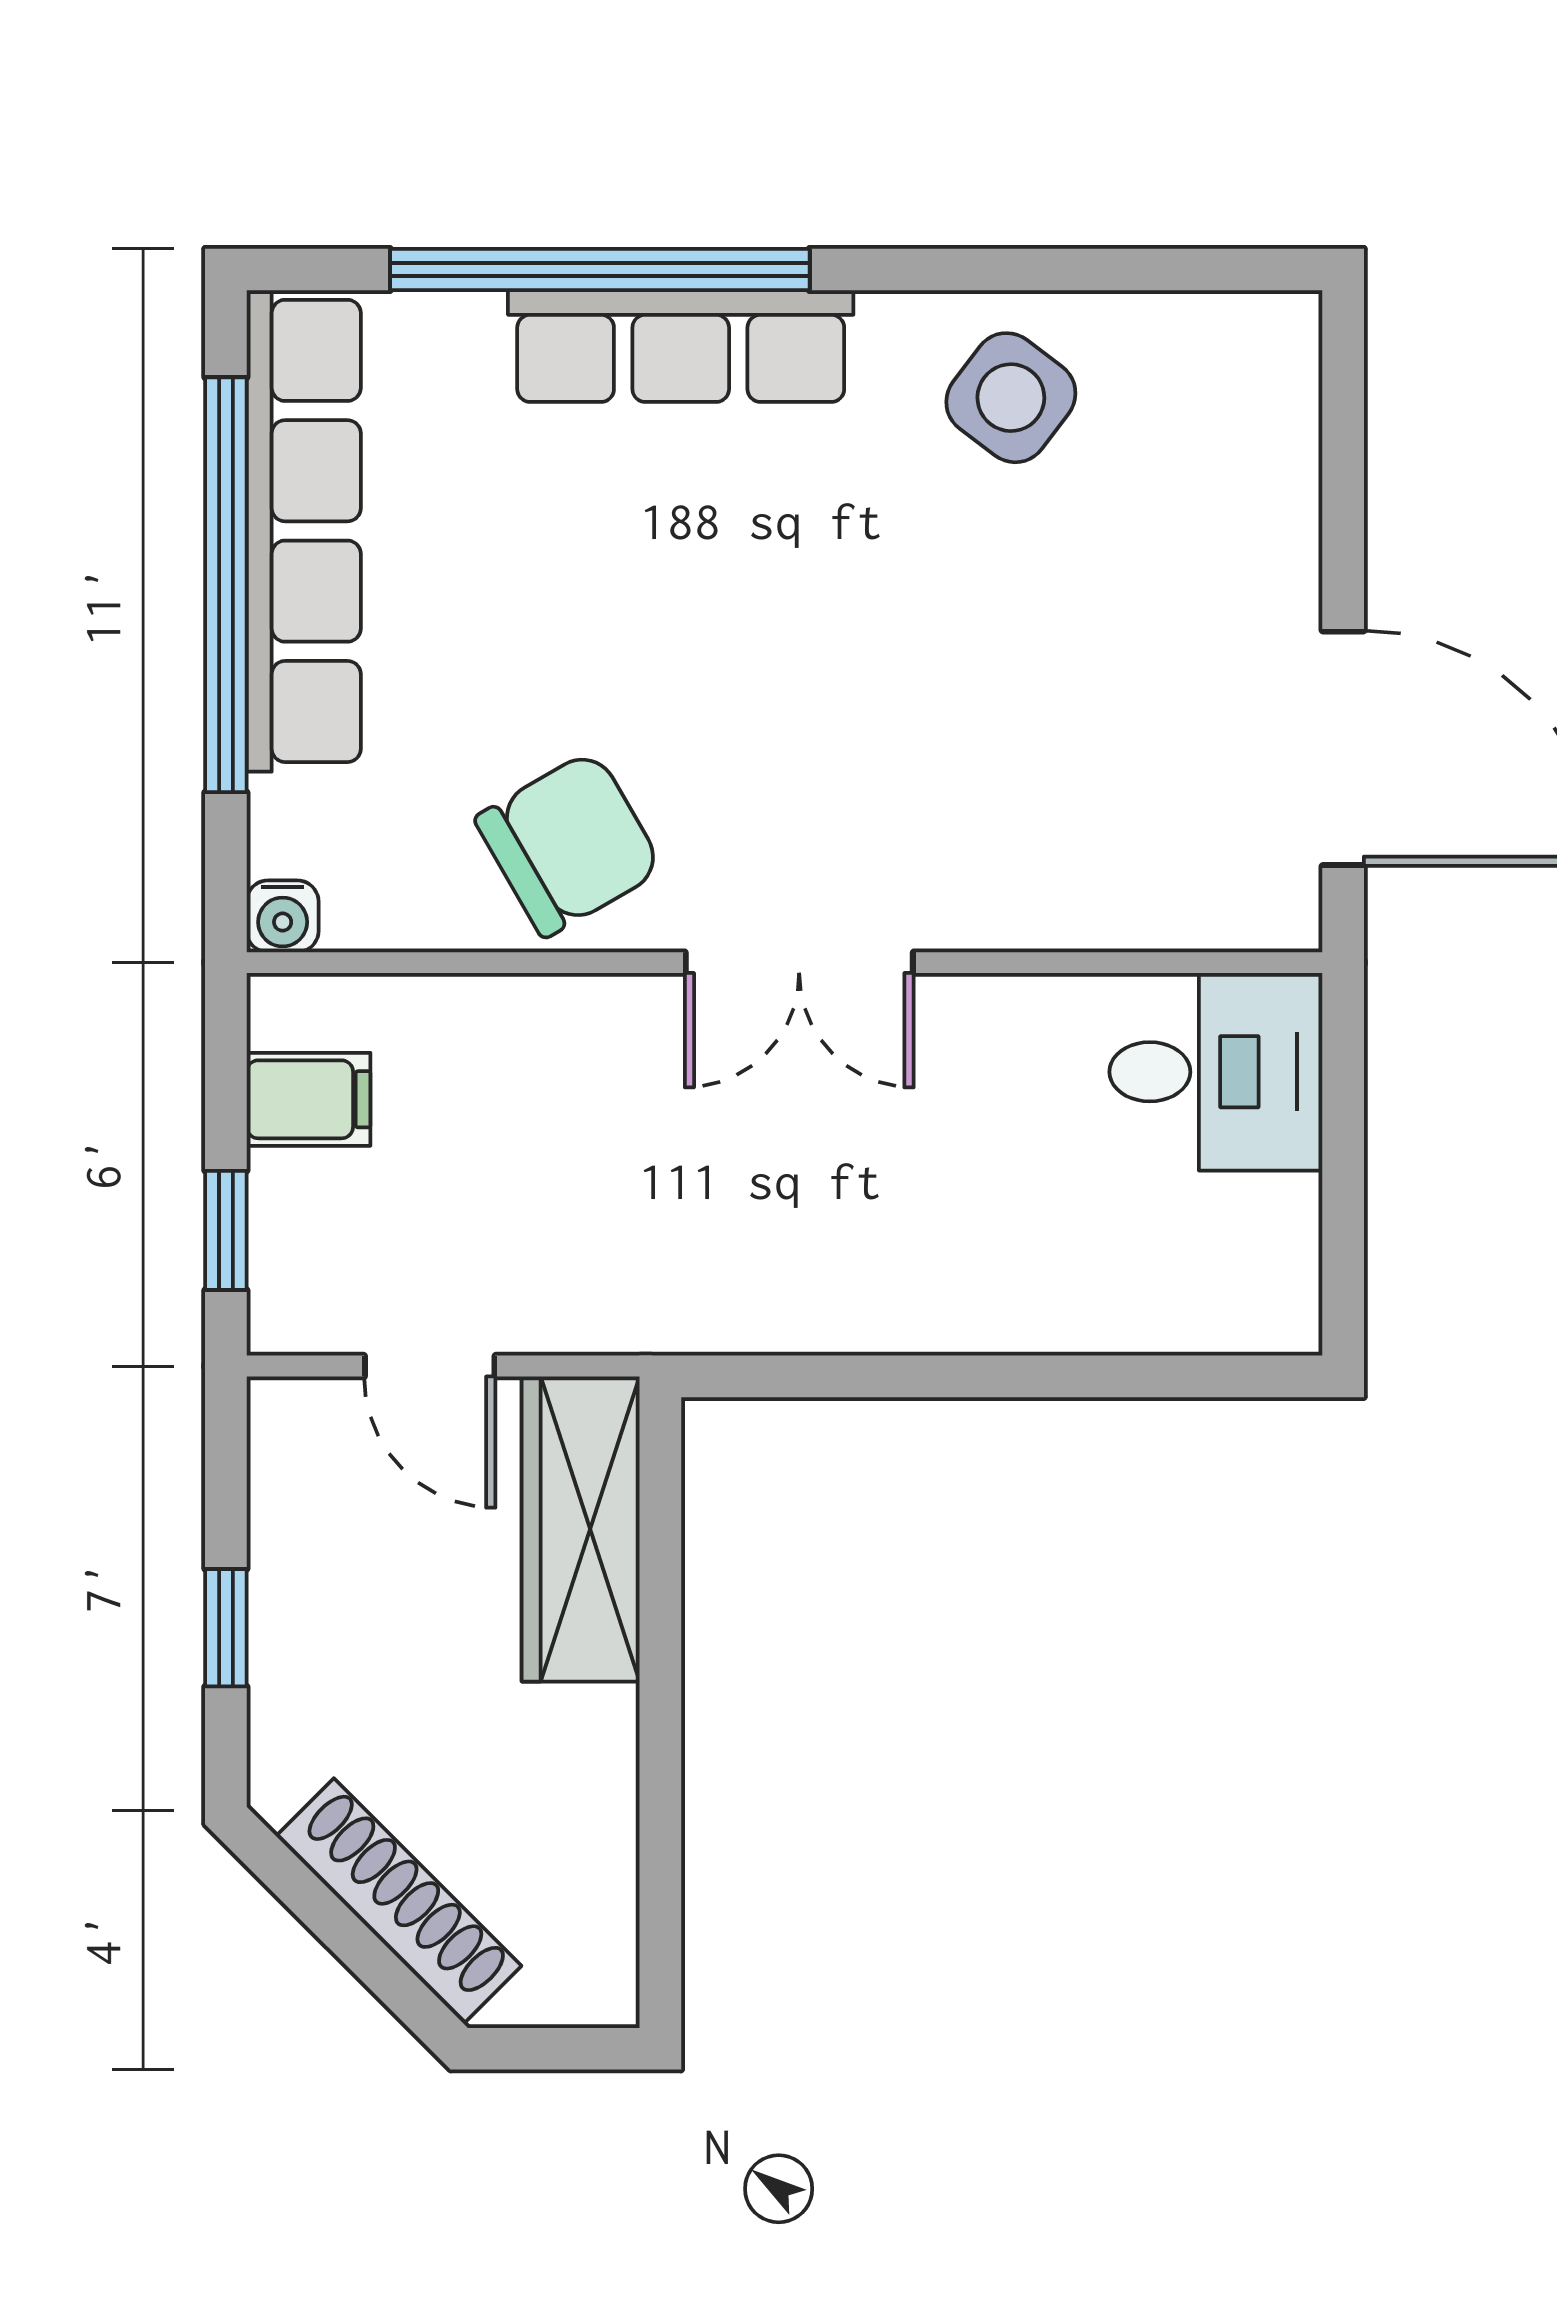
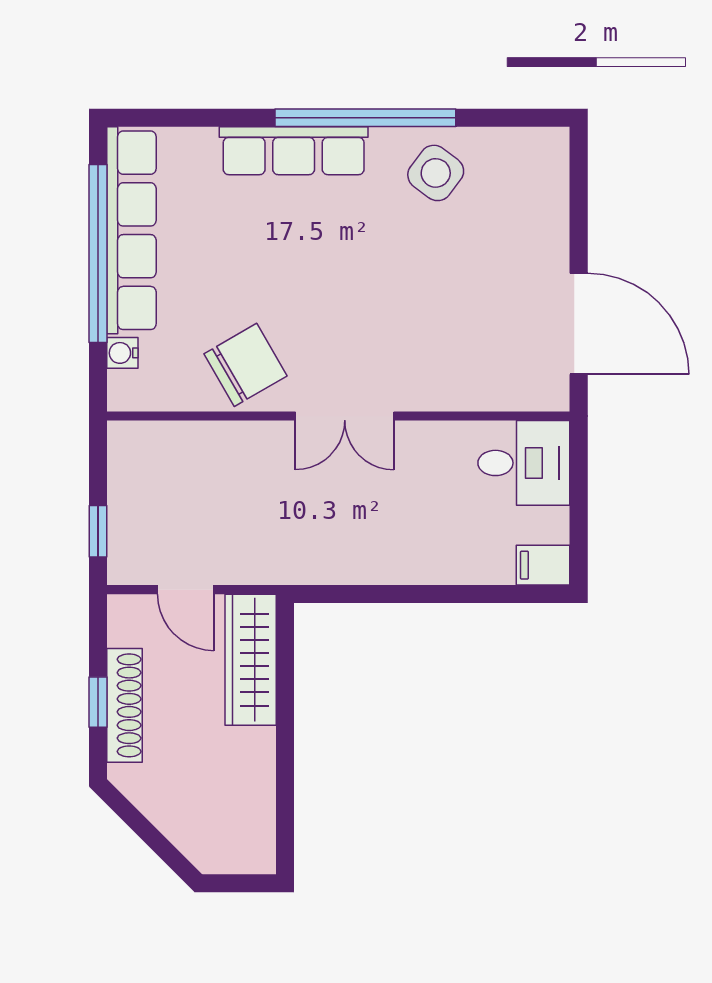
window: (600, 270) -> (365, 118), moved
water cooler: (283, 916) -> (122, 353), moved, turned 90
filing cabinet: (309, 1099) -> (543, 565), moved, turned 180
shoe rack: (399, 1901) -> (125, 705), moved, turned 45

